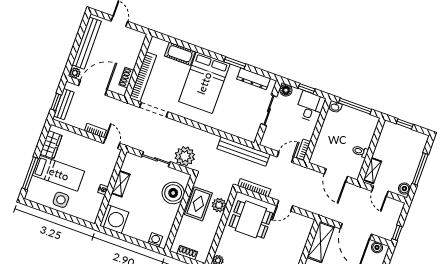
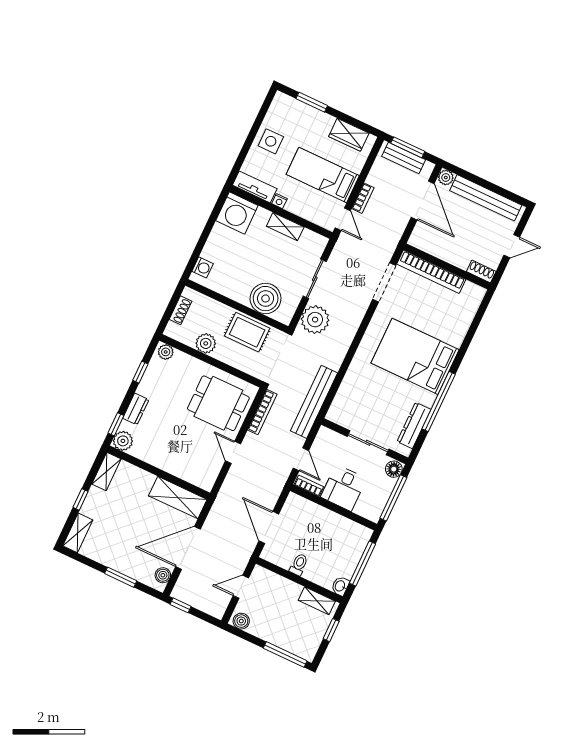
cot: (180, 54) -> (459, 326), removed
window: (235, 63) -> (439, 402), width x2.11
shoe rack: (126, 78) -> (481, 271), moved
window: (306, 89) -> (393, 498), width x2.17
window: (56, 102) -> (408, 147), width x1.50
desk: (310, 107) -> (344, 488), moved, turned 90
washbasin: (335, 107) -> (340, 586), moved
door: (112, 143) -> (343, 219), hinge flipped
window: (420, 169) -> (285, 655), moved
shelving: (372, 171) -> (317, 601), moved
window: (30, 173) -> (312, 102), width x0.69
bed: (58, 173) -> (323, 175), moved, turned 90
door: (336, 175) -> (269, 527), hinge flipped
plant: (219, 205) -> (206, 343), moved
tv unit: (94, 208) -> (255, 187), added
dining table: (251, 219) -> (218, 403), turned 90

